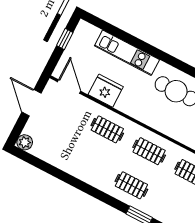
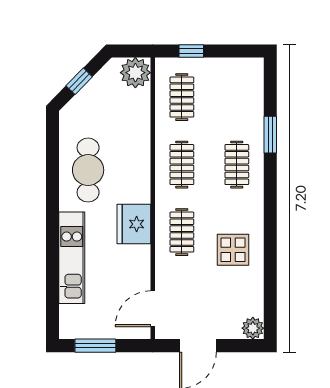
window: (65, 39) -> (95, 346), width x1.50
fridge: (106, 91) -> (134, 224), moved
display table: (80, 155) -> (233, 250), added

